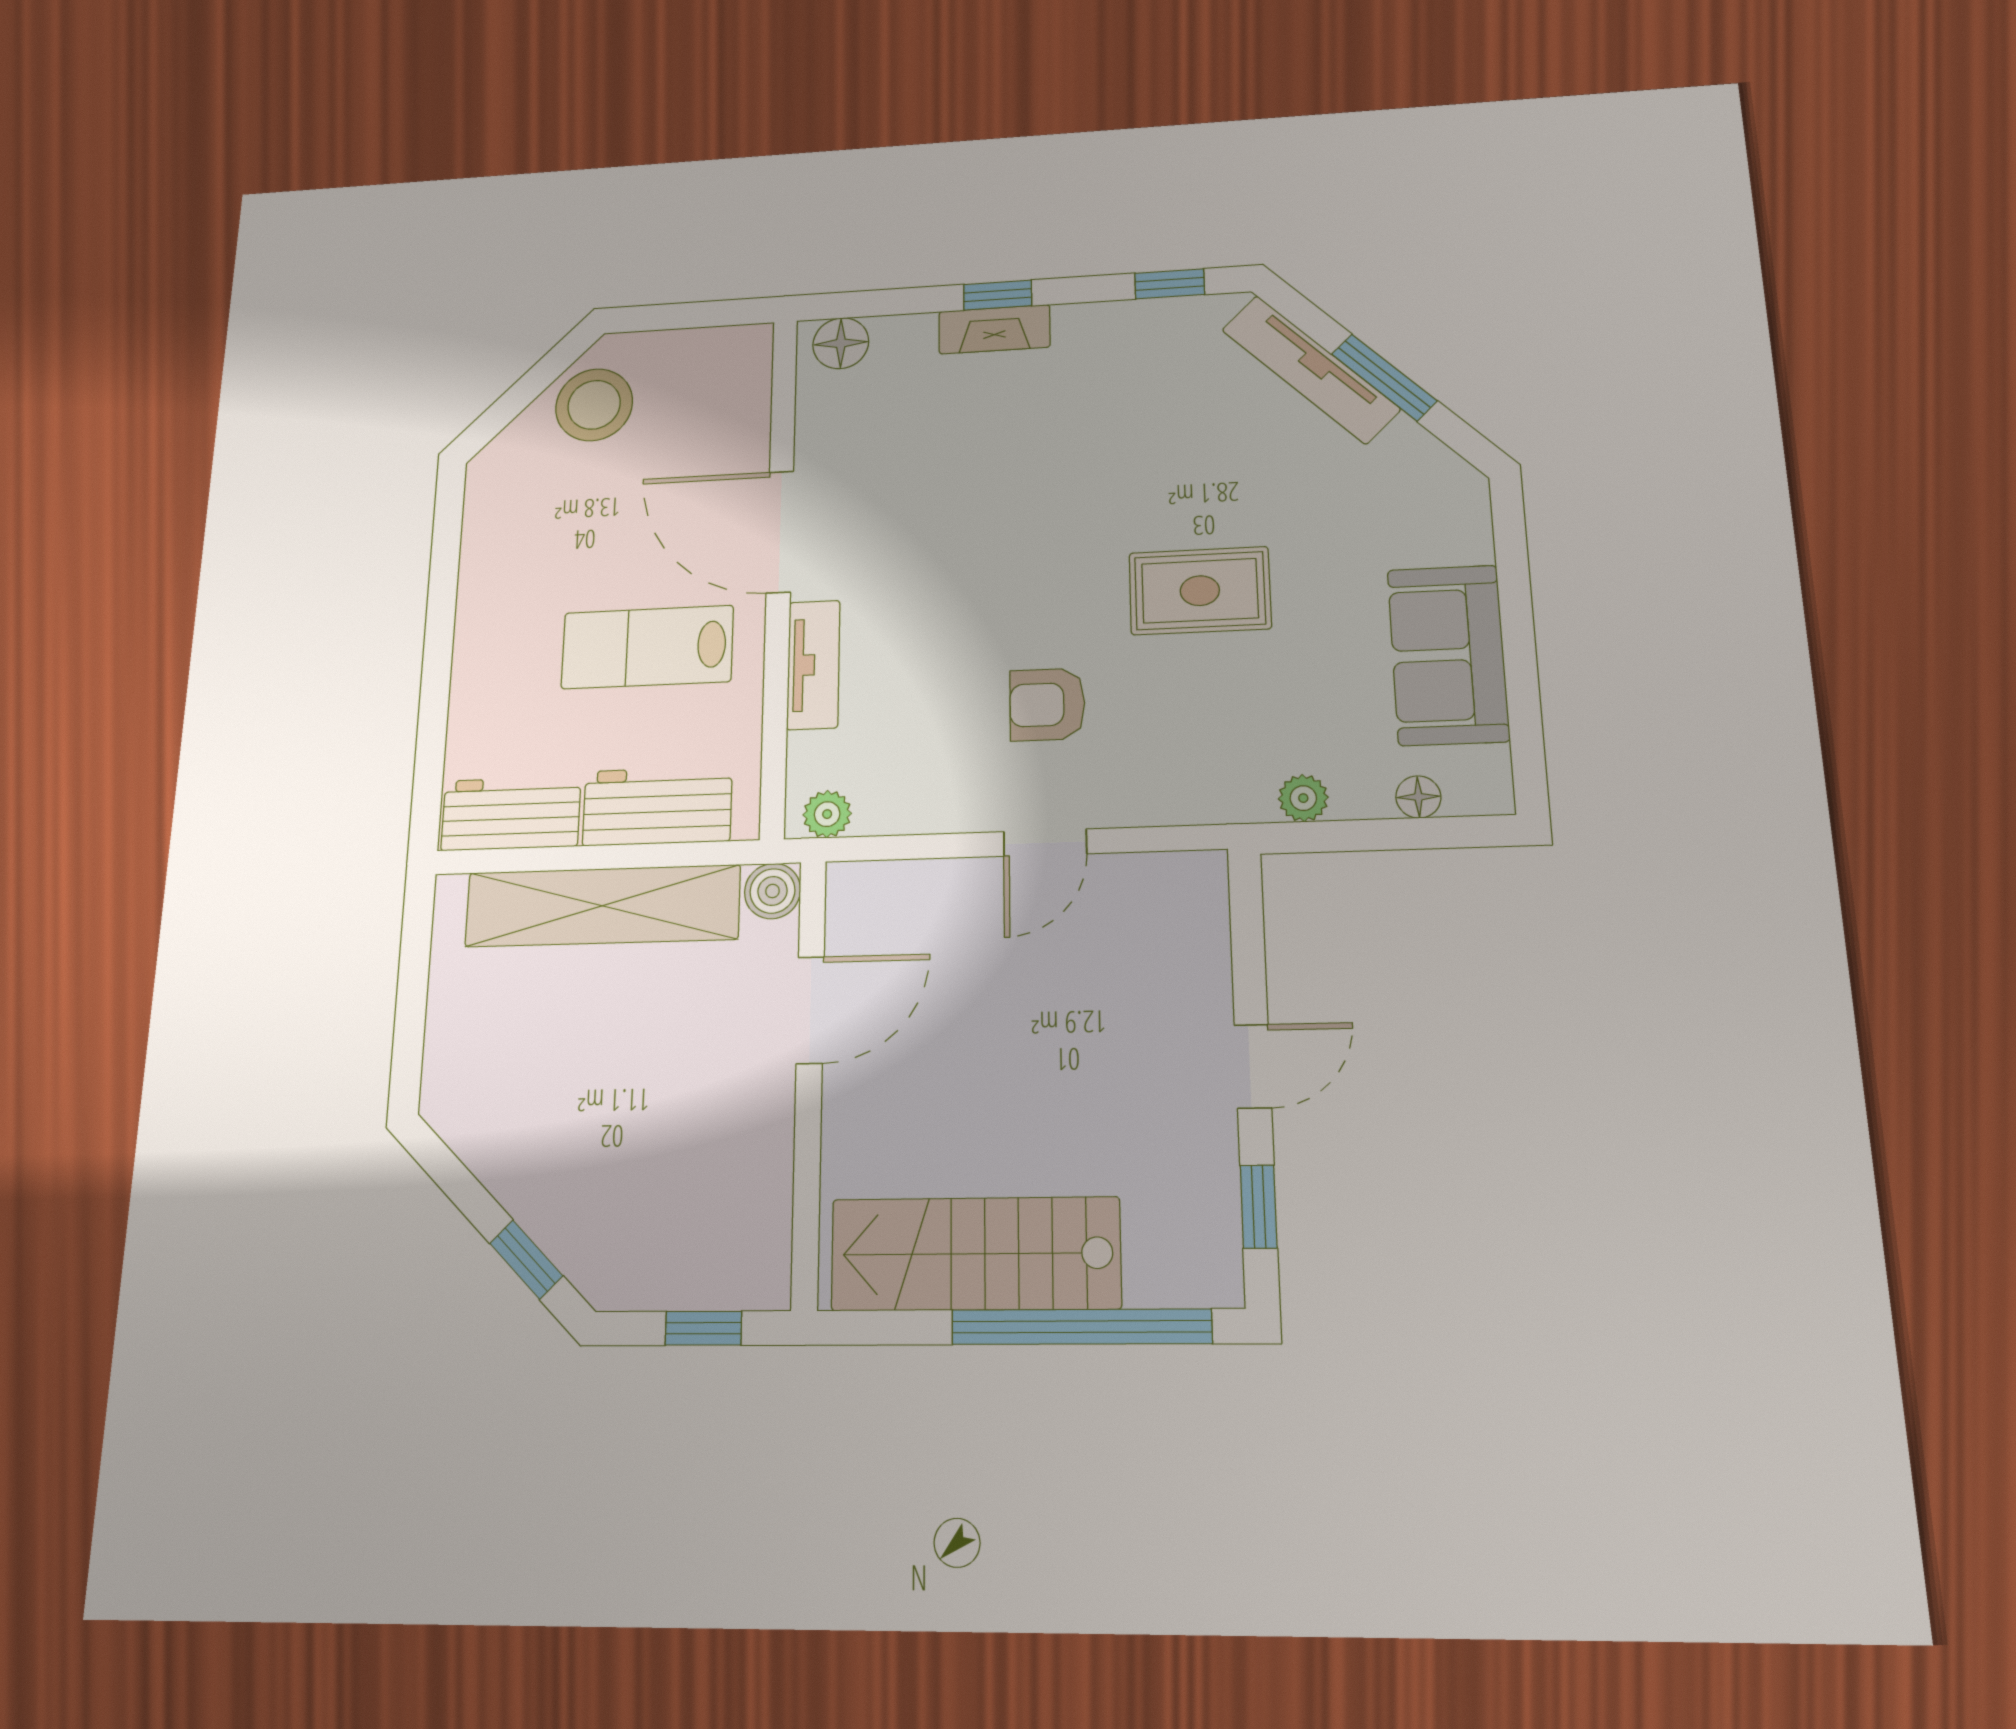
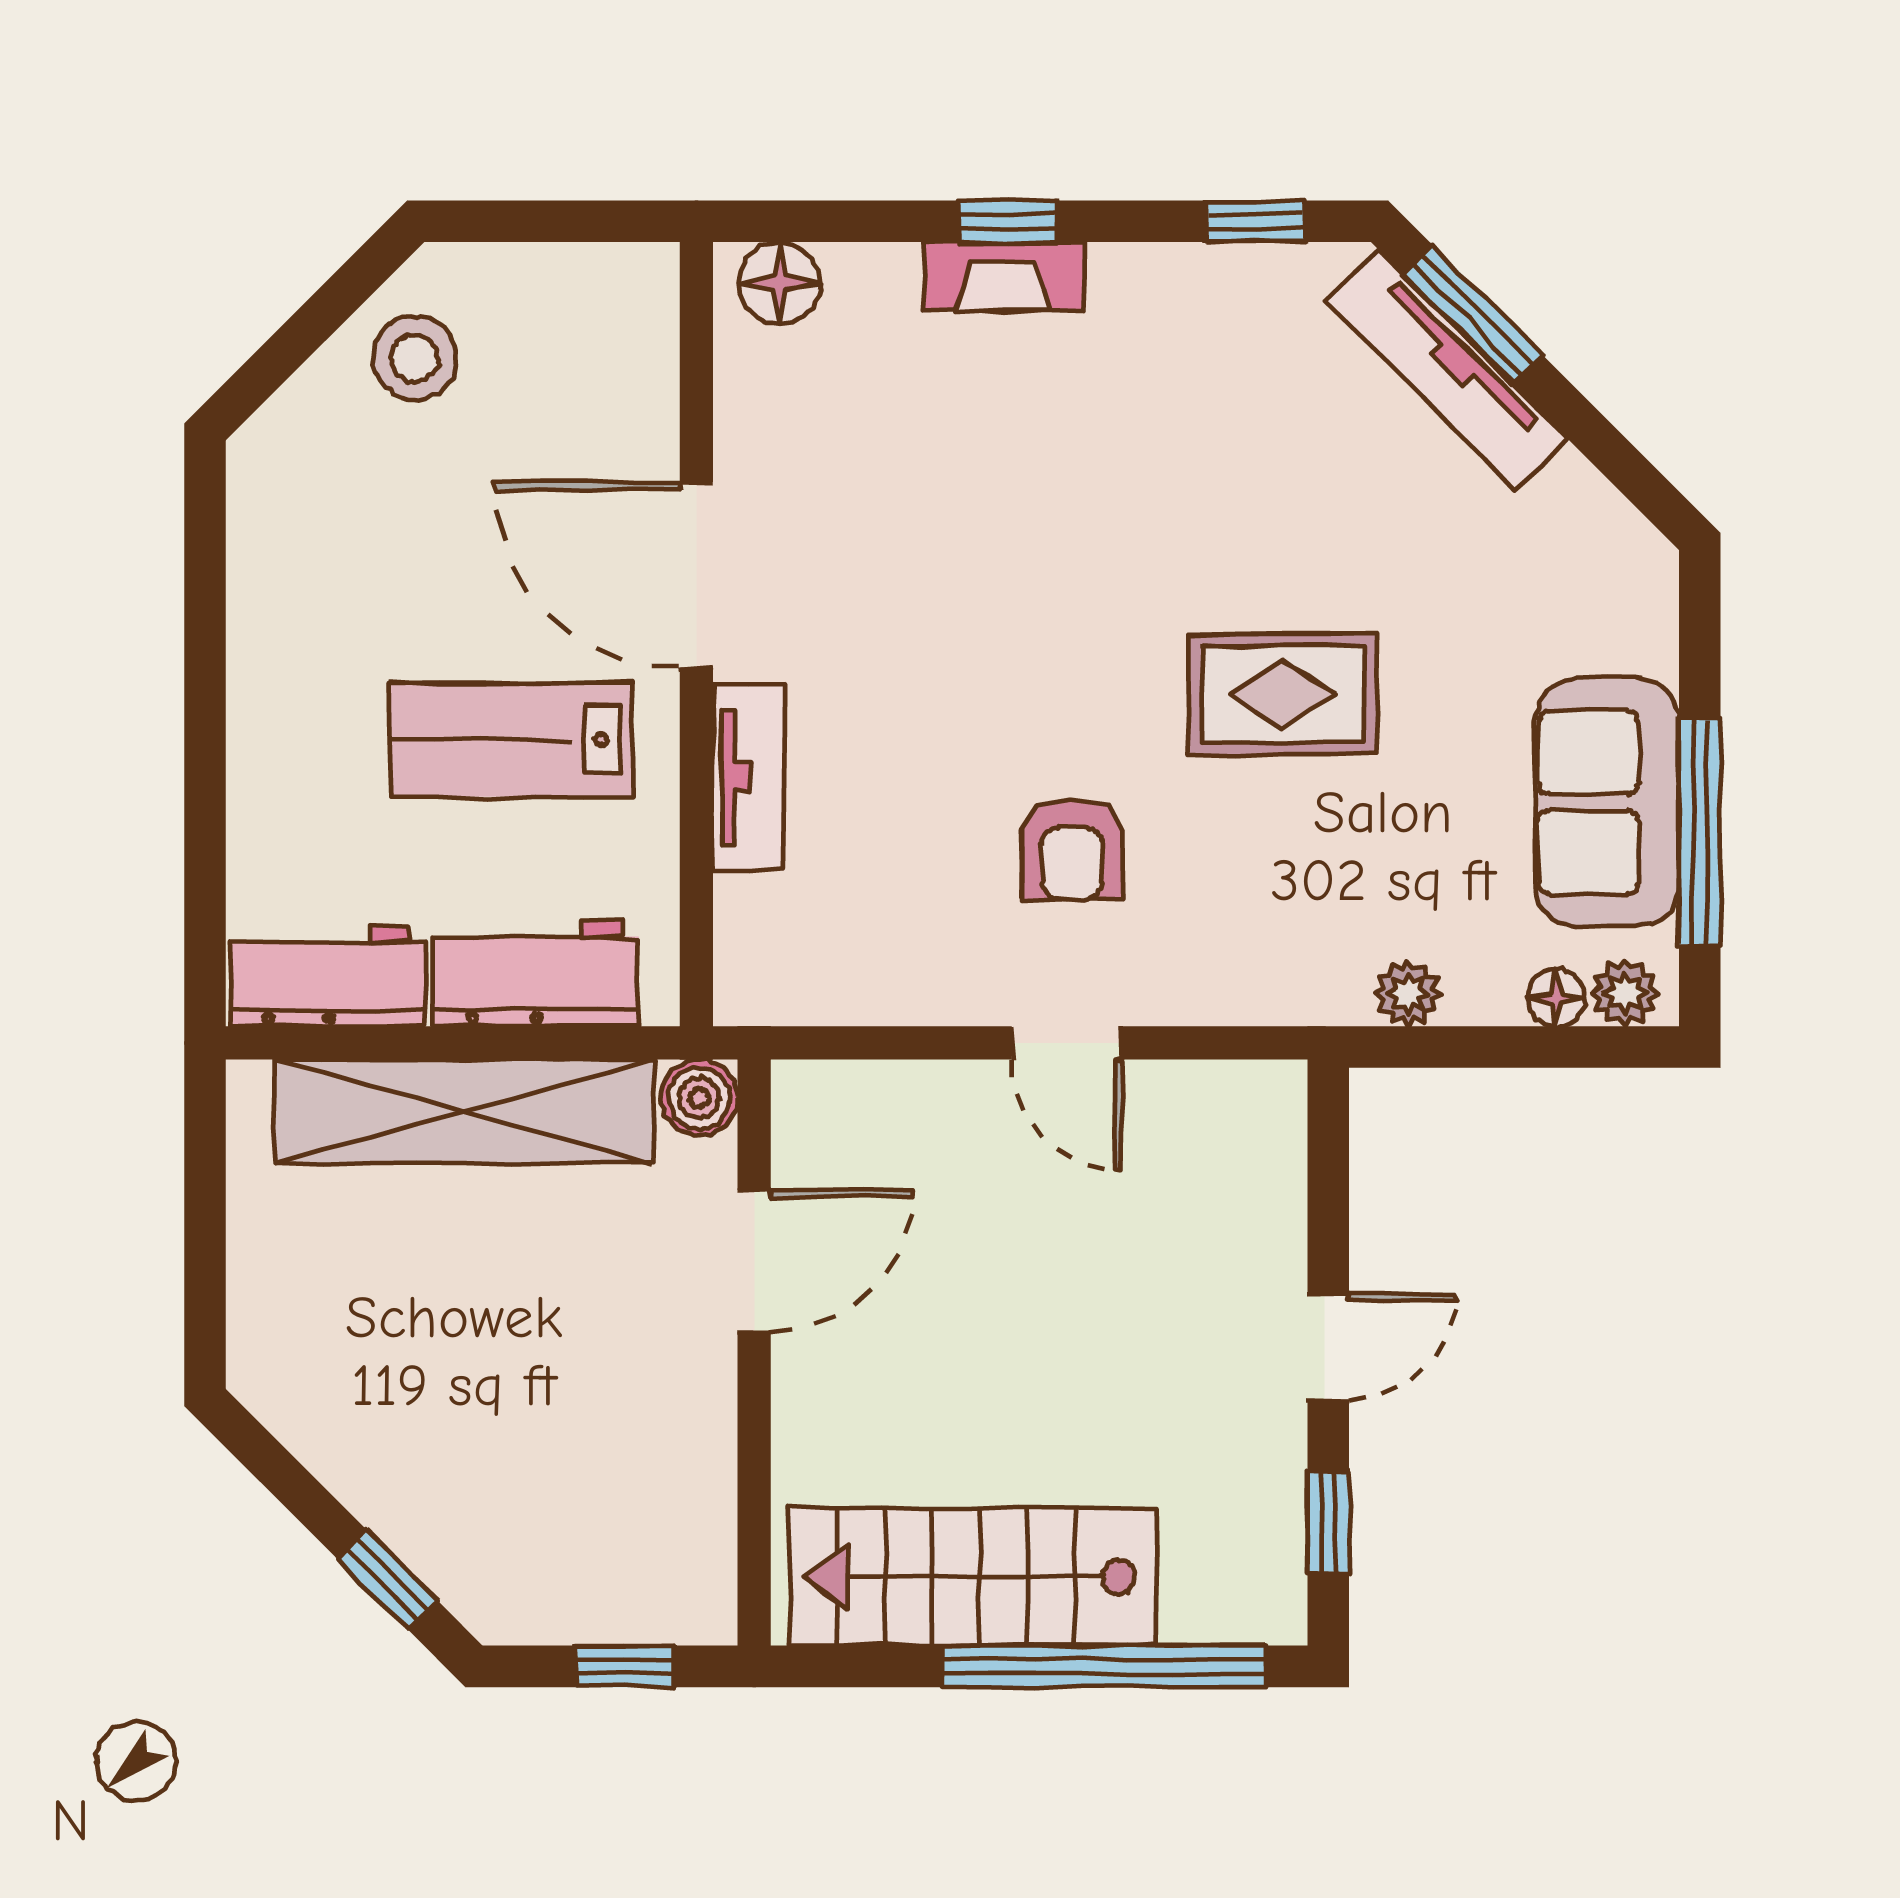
window: (1384, 377) -> (1473, 314), moved
stool: (594, 405) -> (415, 358), width x0.73, depth x0.73
window: (1521, 673) -> (1700, 832), added
armchair: (1047, 704) -> (1072, 849), turned -90
plant: (827, 814) -> (1625, 993), moved
door: (1045, 843) -> (1067, 1043), hinge flipped

